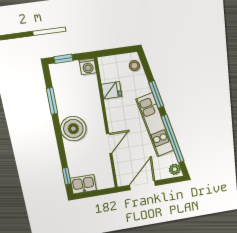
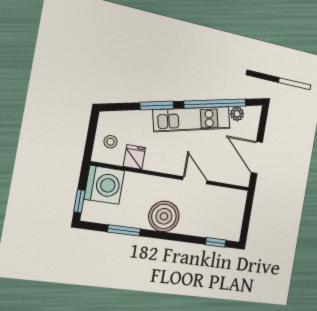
washing machine: (88, 66) -> (104, 185), width x1.89, depth x1.89
stool: (134, 66) -> (110, 142), moved
plant: (175, 169) -> (237, 114), moved
kitchen sink: (83, 184) -> (232, 226), removed

